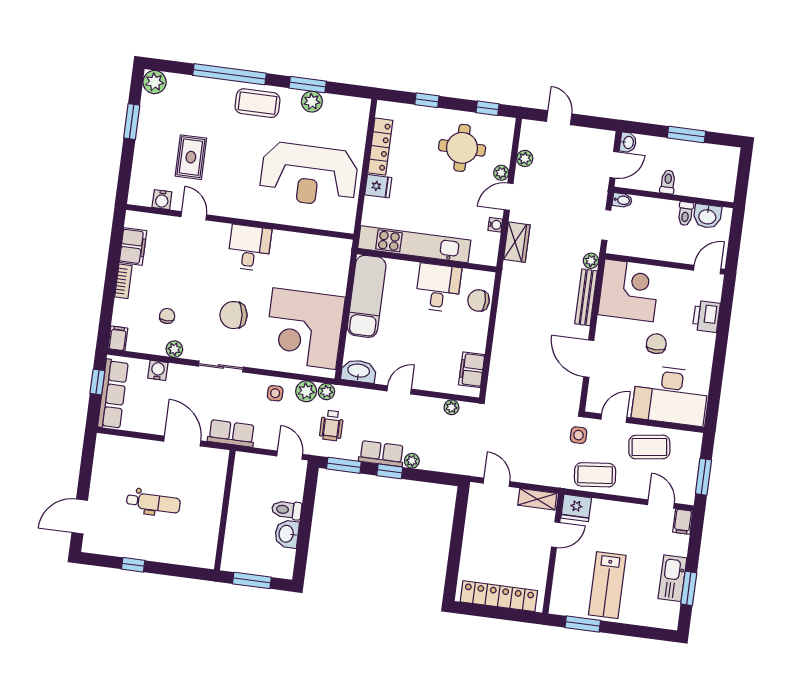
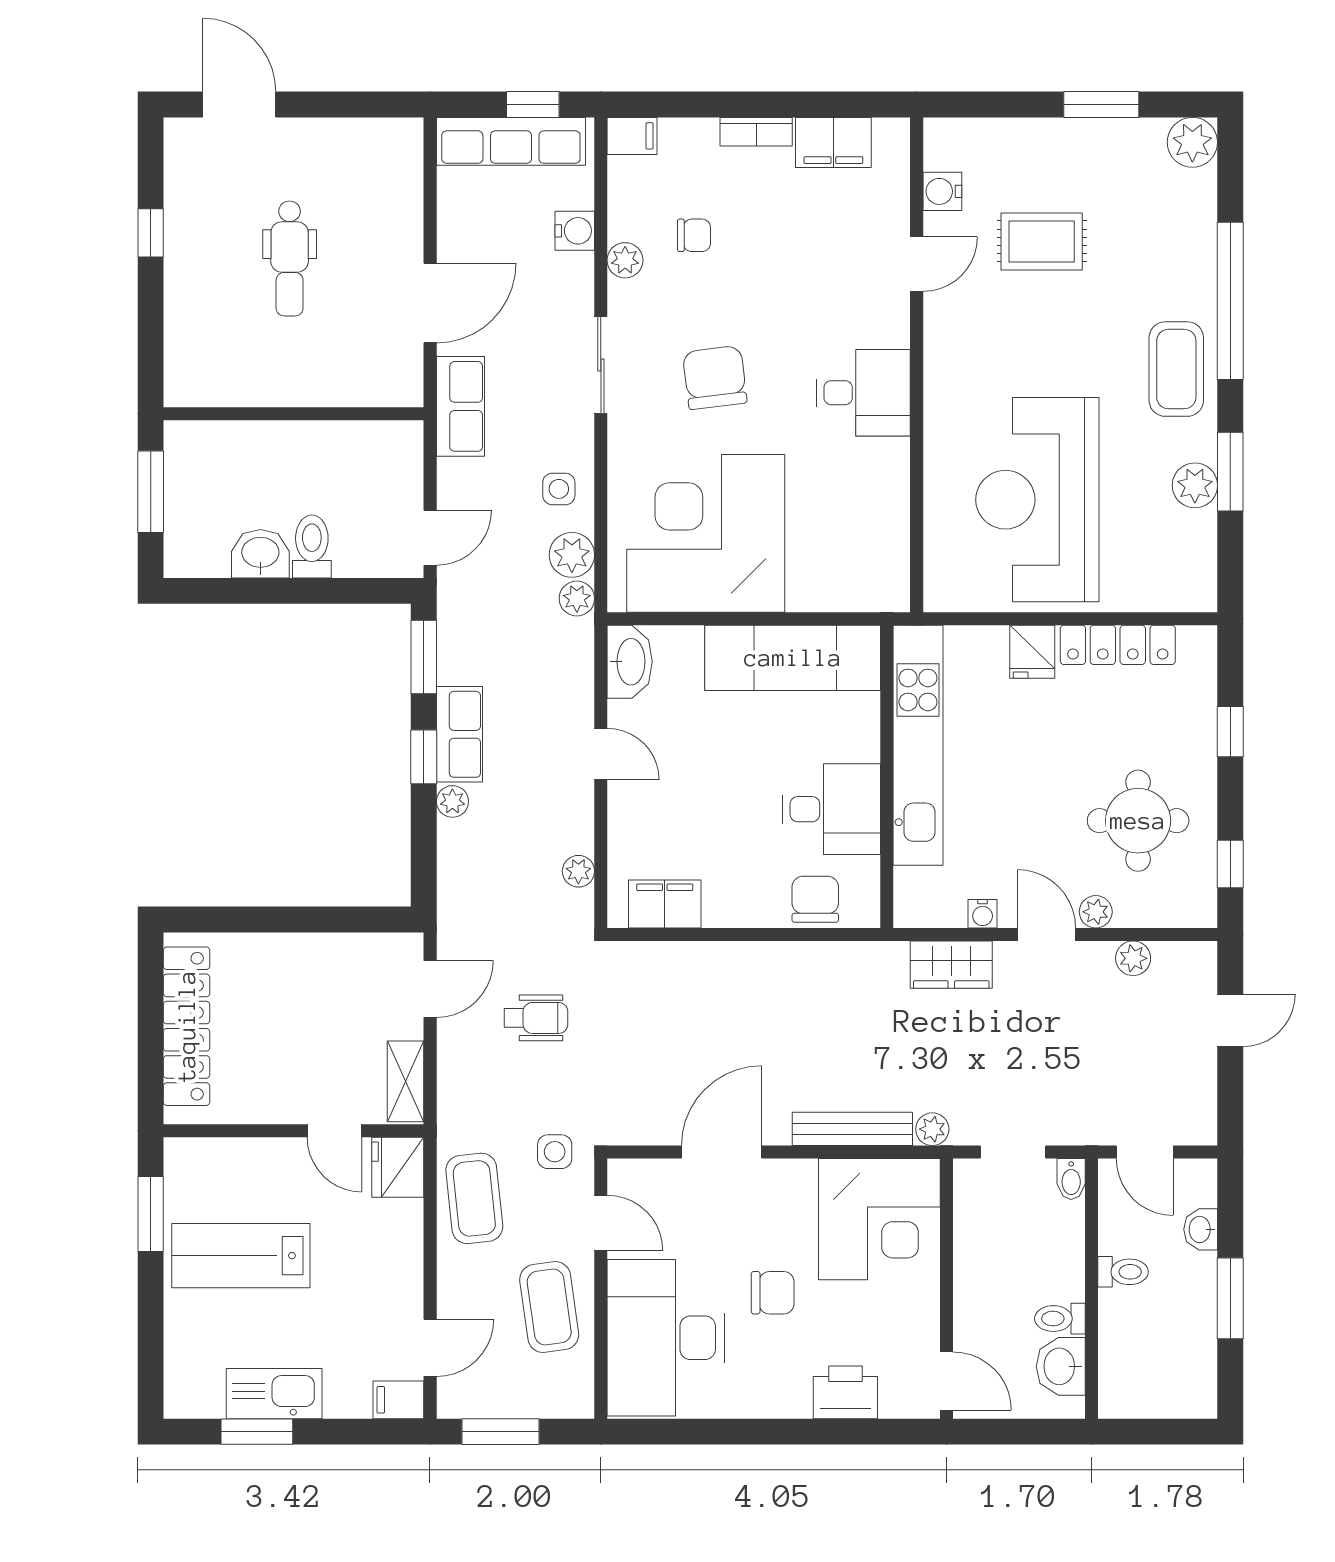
washbasin: (628, 142) -> (1201, 1229), moved, turned 90
wheelchair: (331, 426) -> (536, 1018), moved, turned 180

